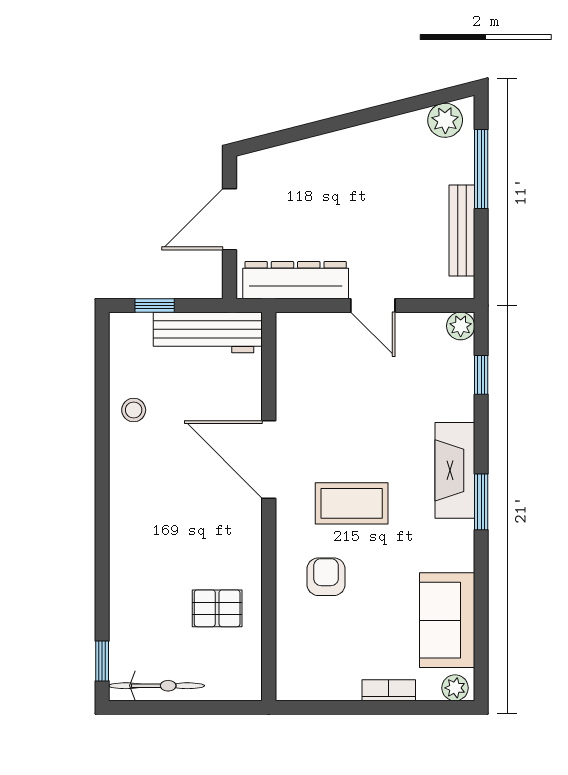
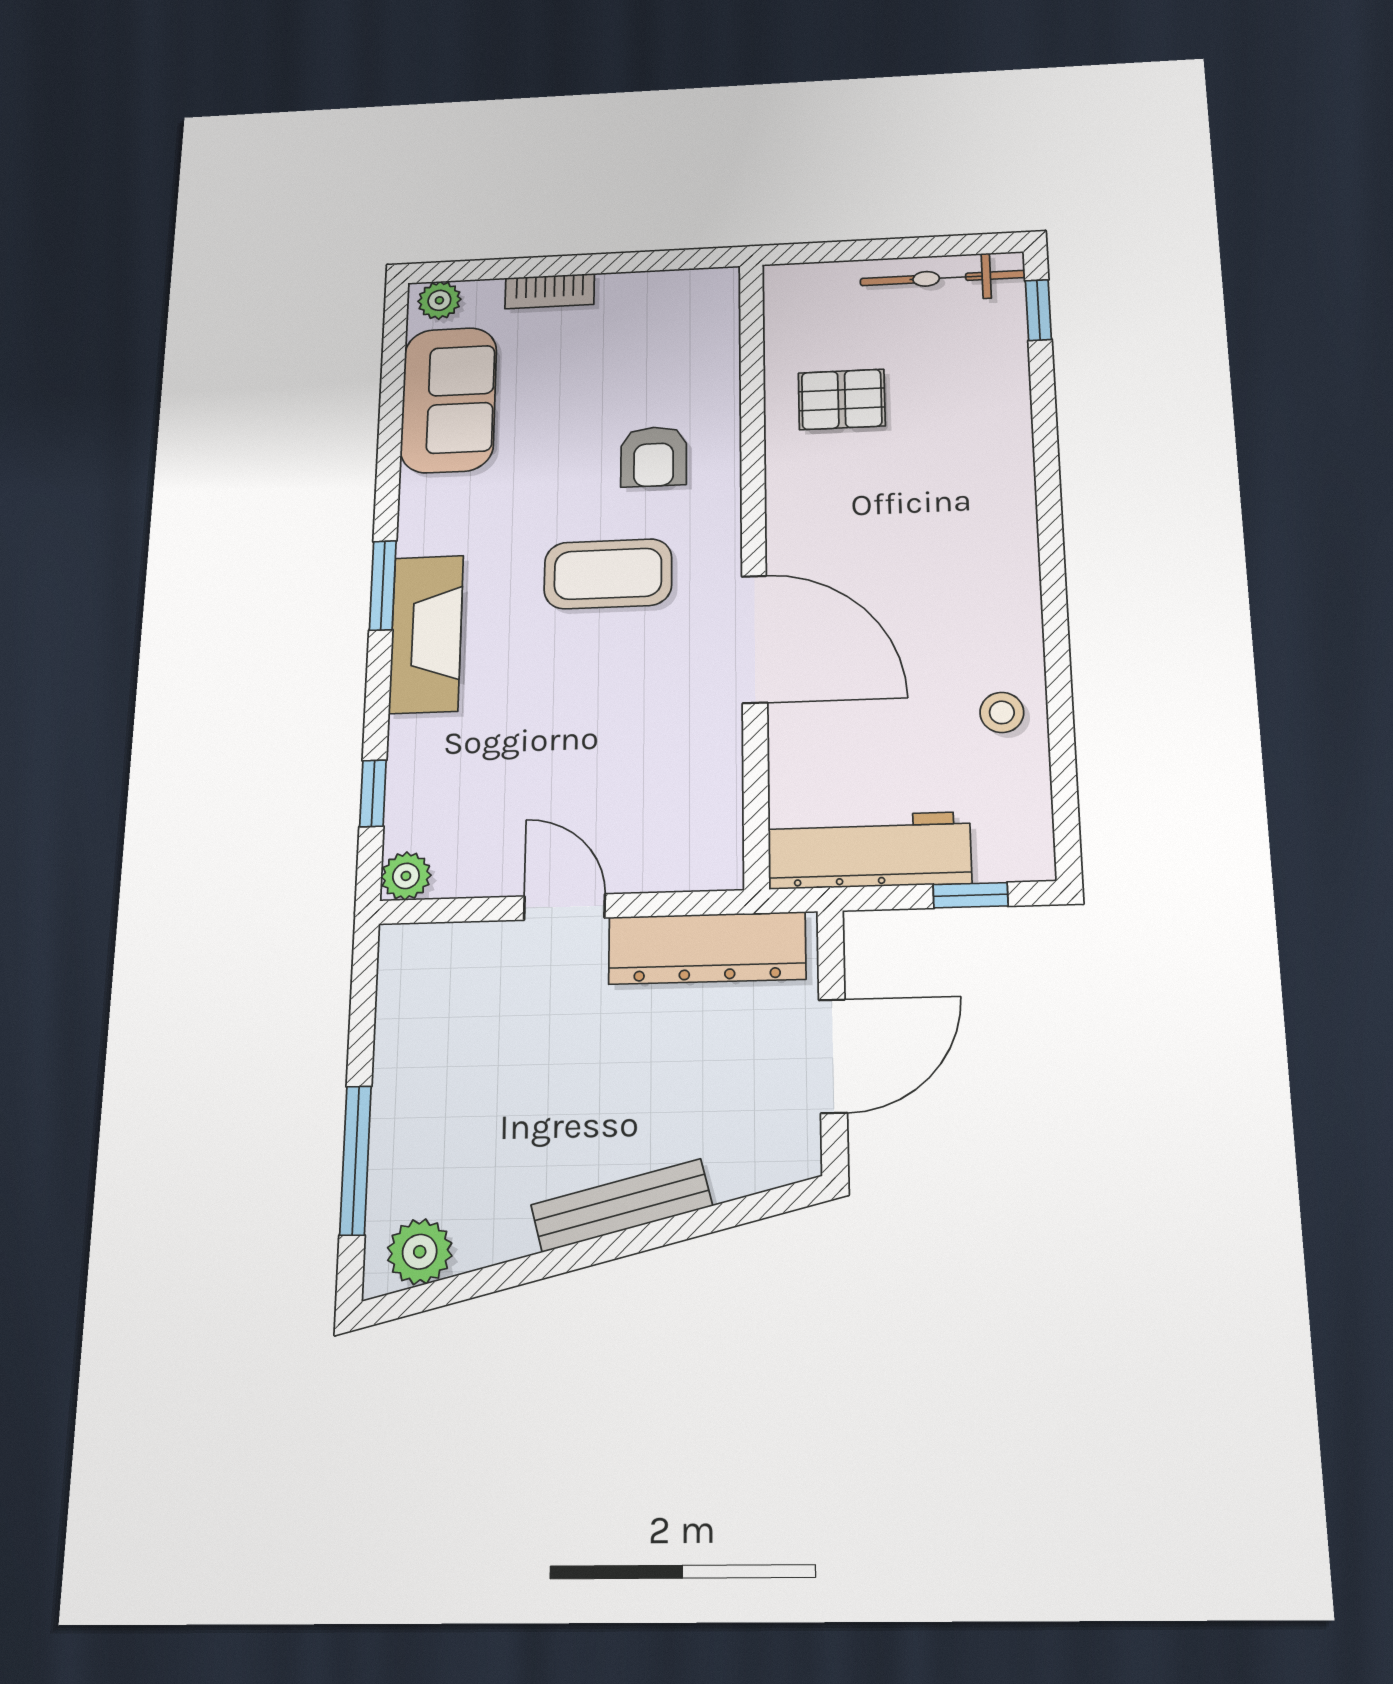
bench: (462, 231) -> (622, 1205), moved, turned 76

